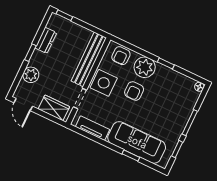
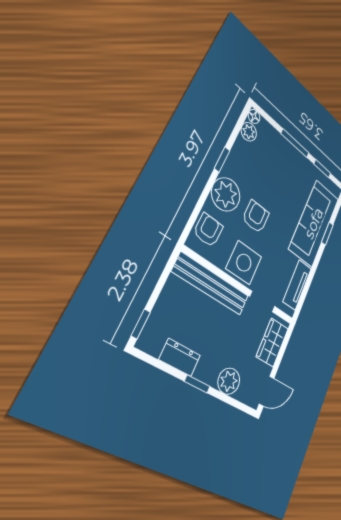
armchair: (121, 56) -> (208, 230), turned -89
plant: (188, 83) -> (249, 132), added
armchair: (134, 91) -> (256, 217), turned -90

